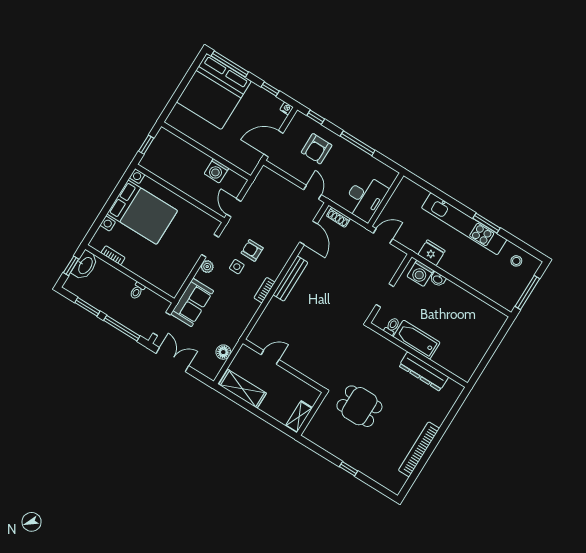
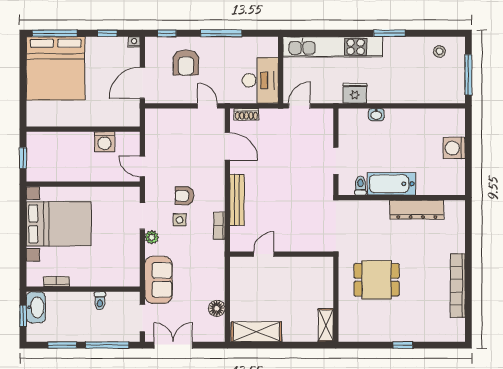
kitchen unit: (464, 224) -> (333, 47), moved
washing machine: (420, 273) -> (454, 148), moved, turned 90
door: (270, 357) -> (264, 254), moved
wall: (284, 366) -> (282, 254), moved

